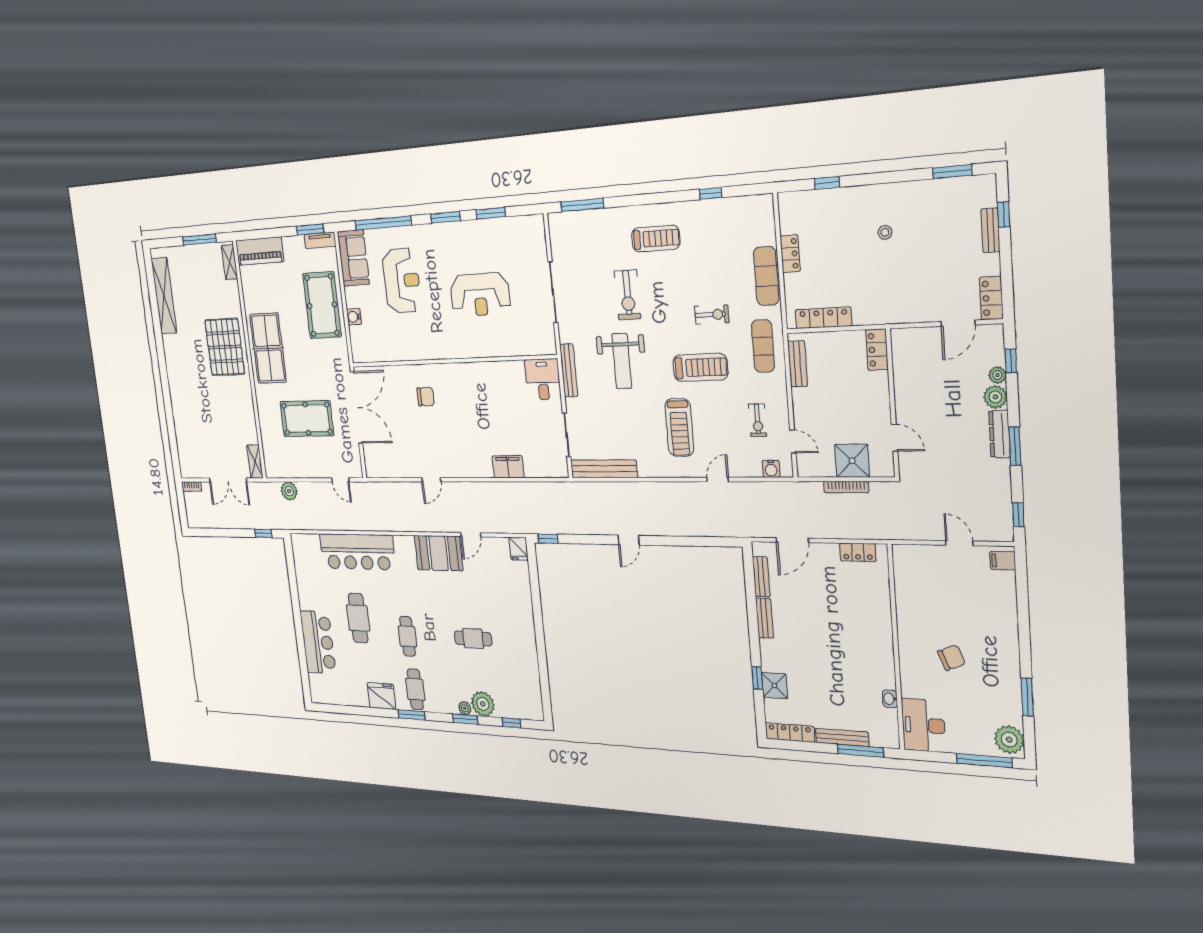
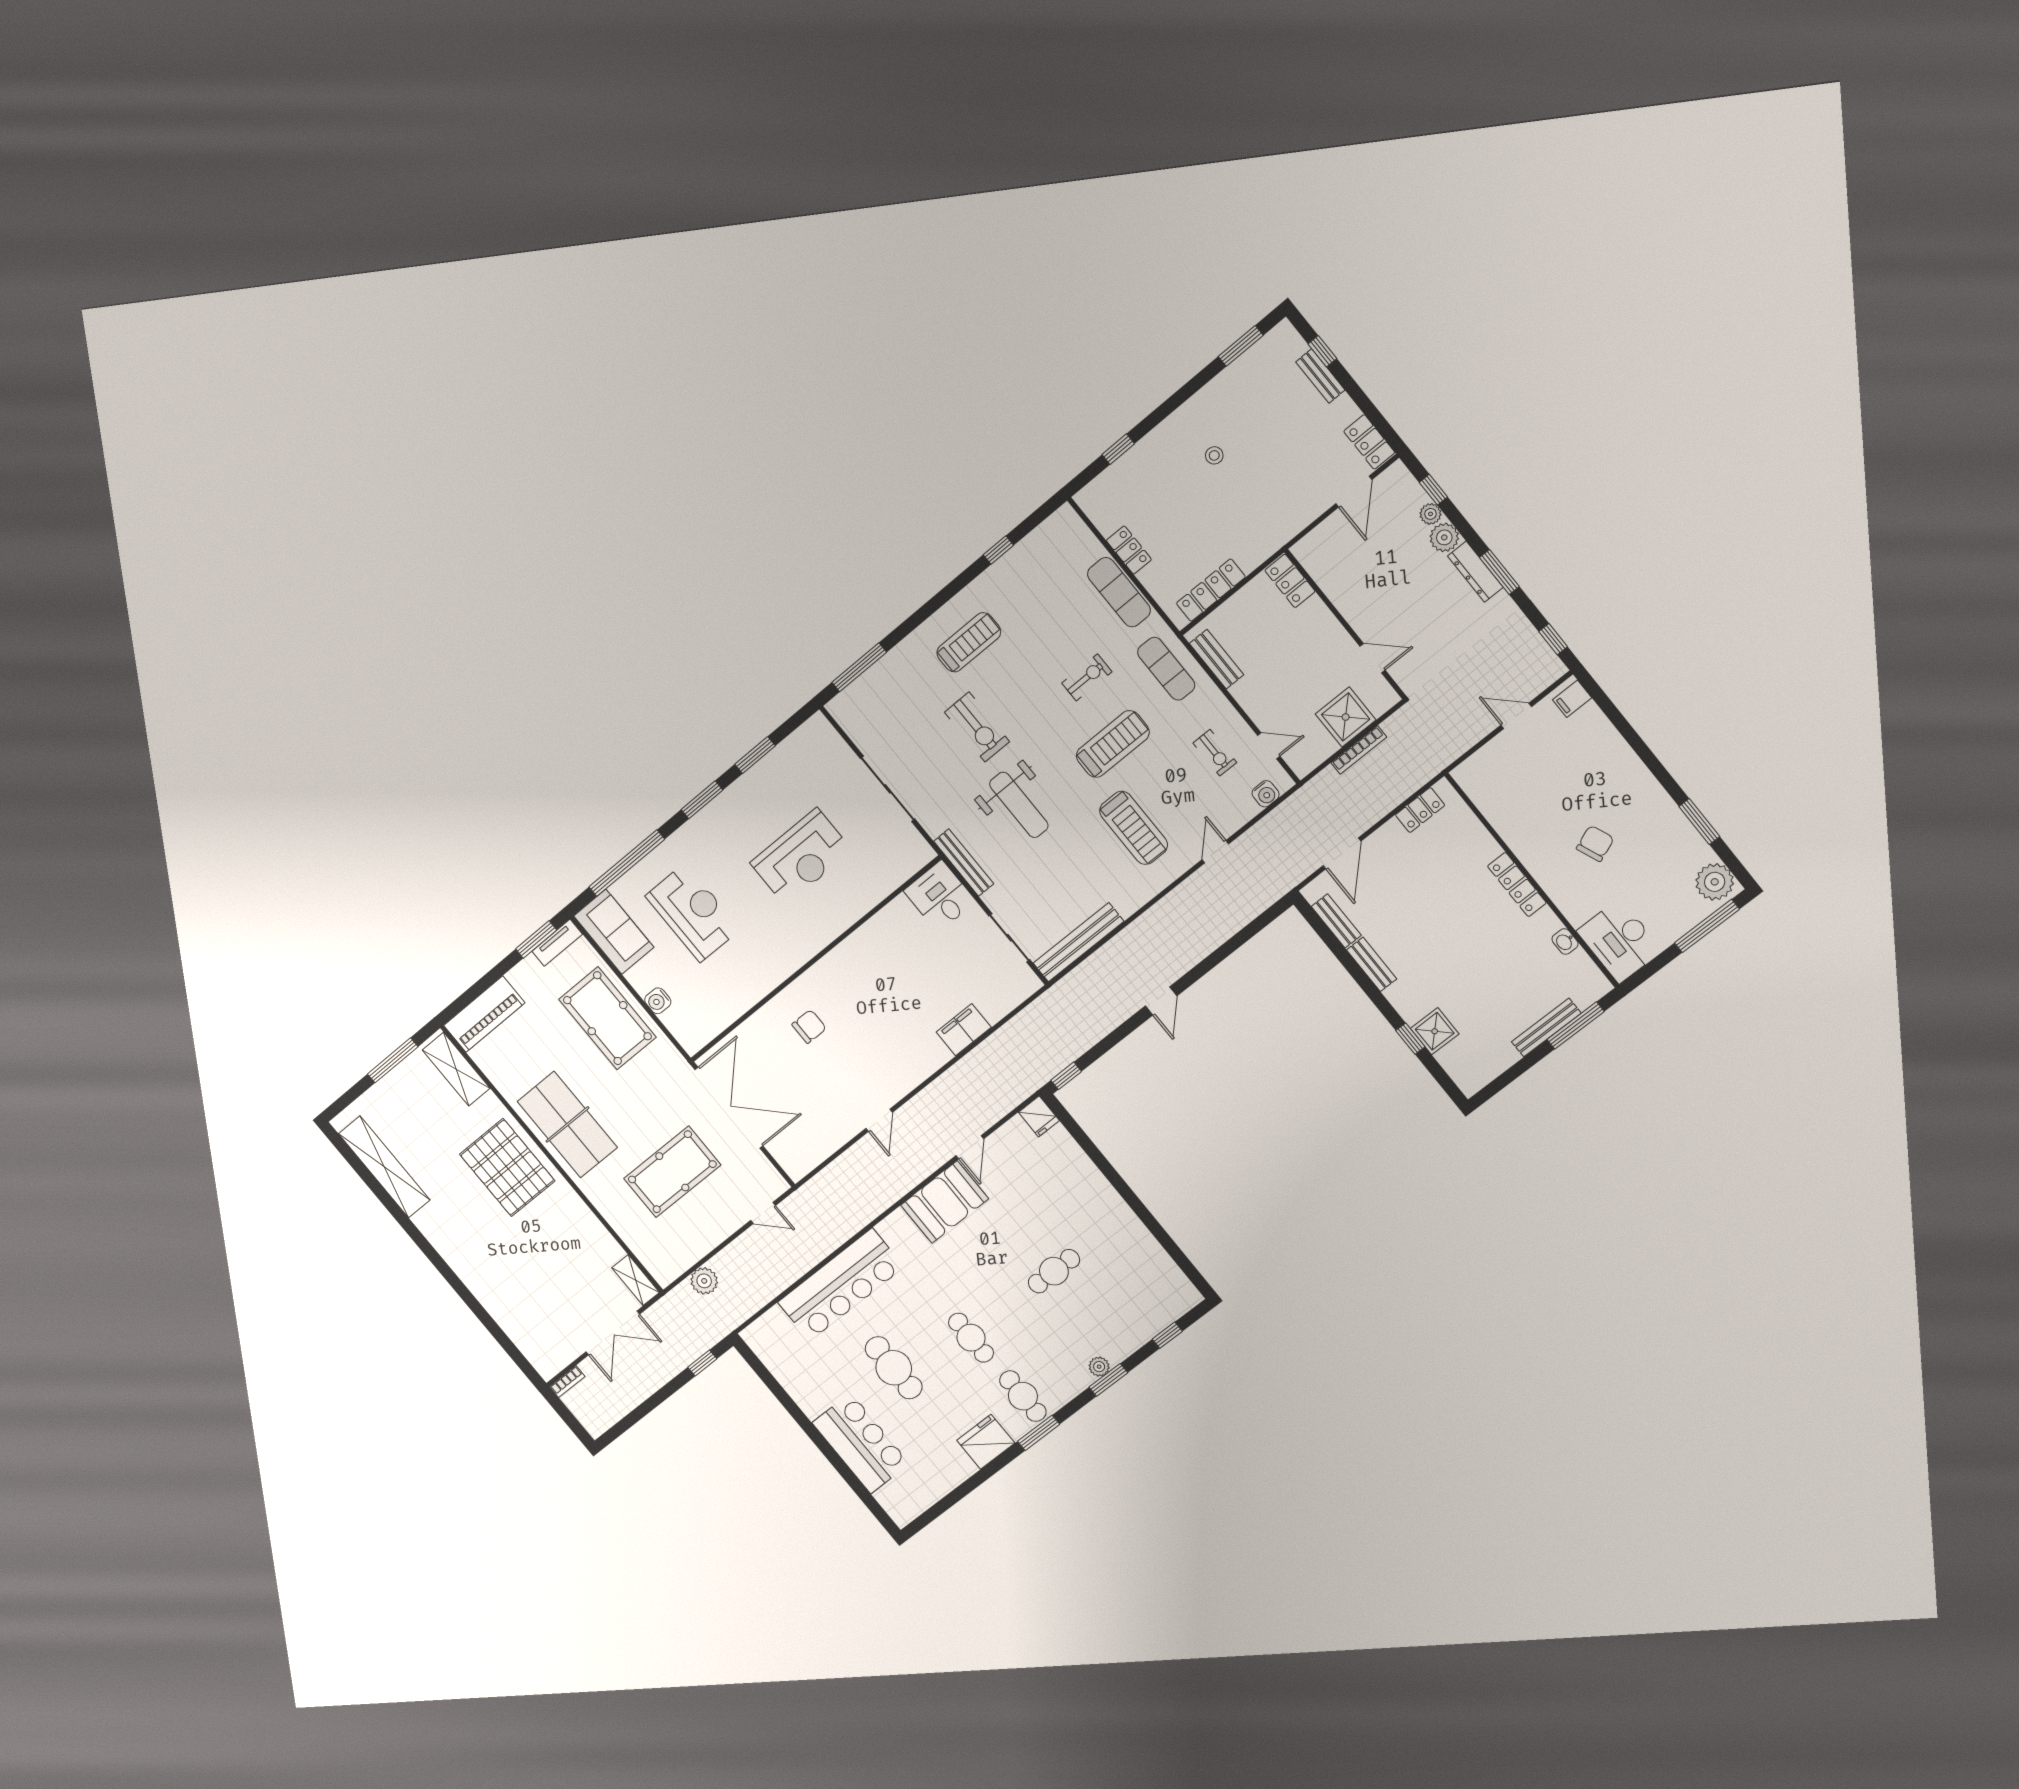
shelving: (229, 262) -> (456, 1069), width x1.50, depth x1.33
plant: (483, 704) -> (1118, 1342), removed
locker: (790, 733) -> (1517, 885), moved, turned -90

